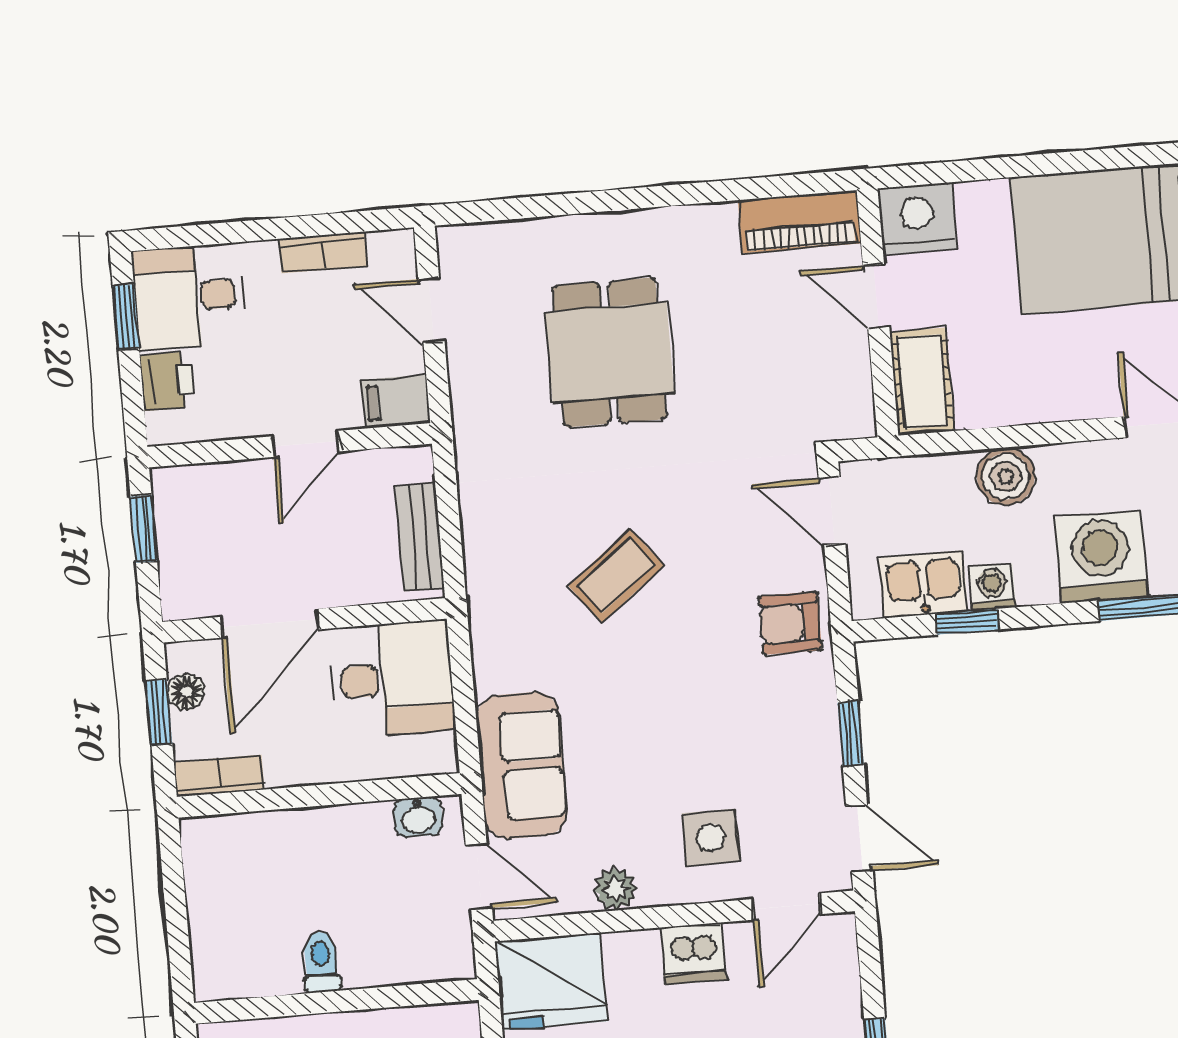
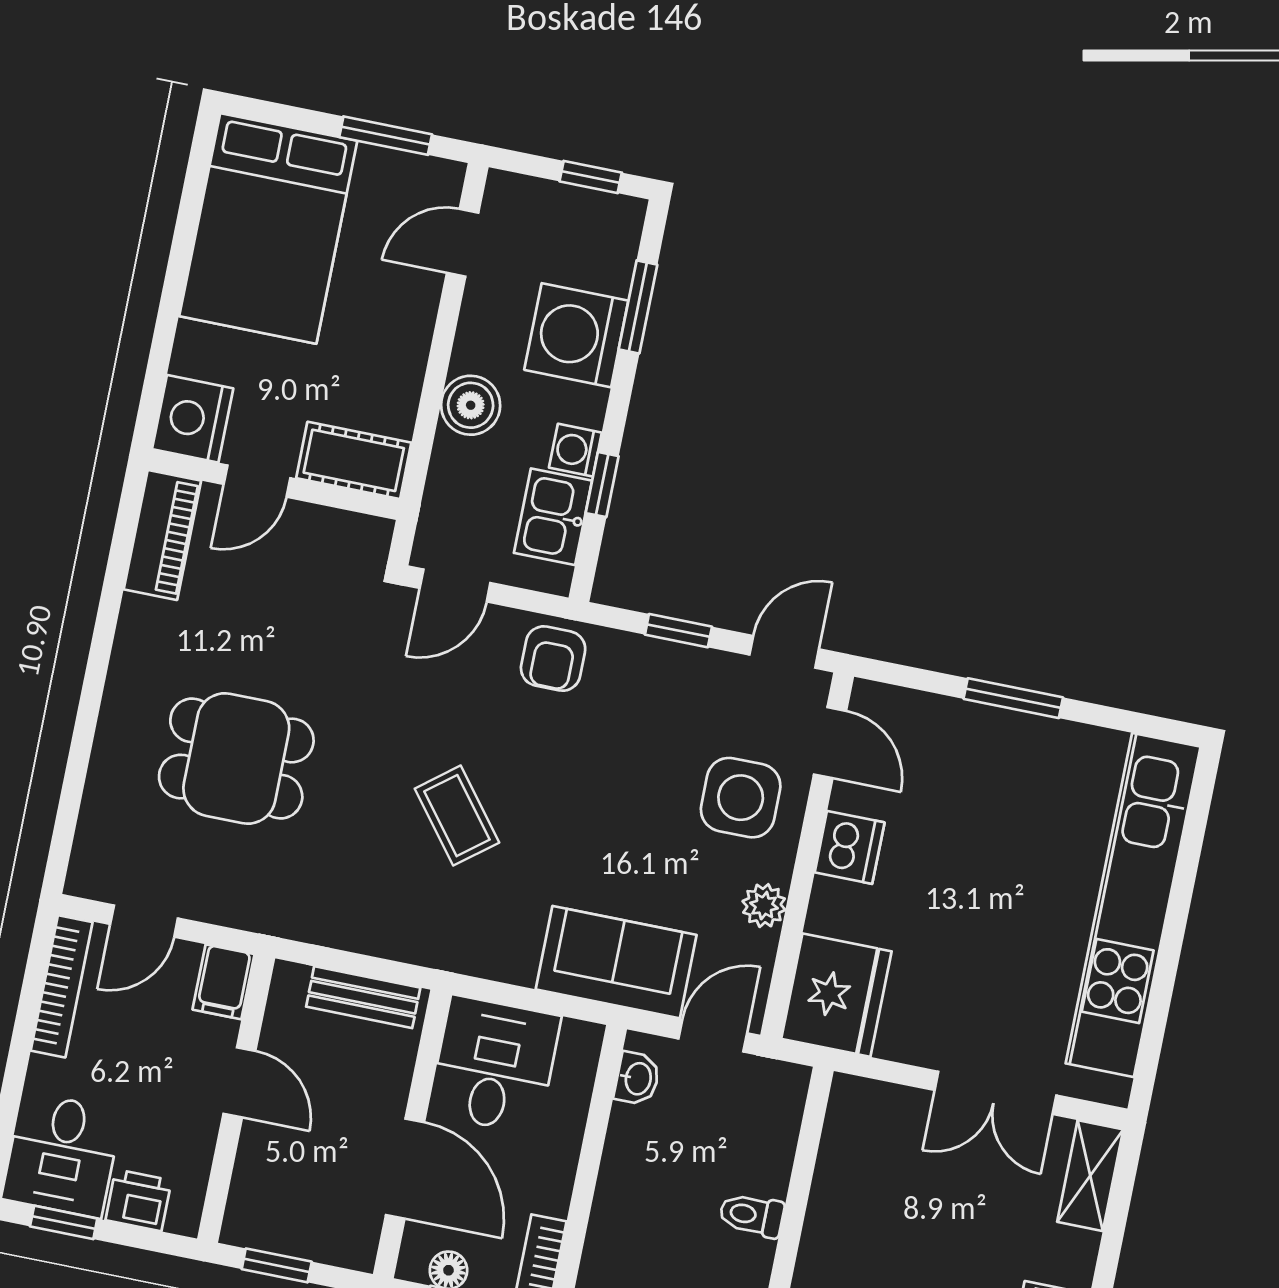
bookcase: (323, 252) -> (62, 986), width x1.56
side table: (711, 837) -> (741, 798), width x1.37, depth x1.37

